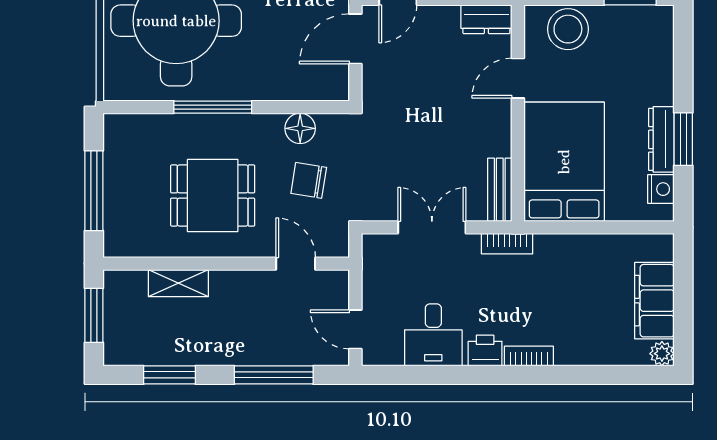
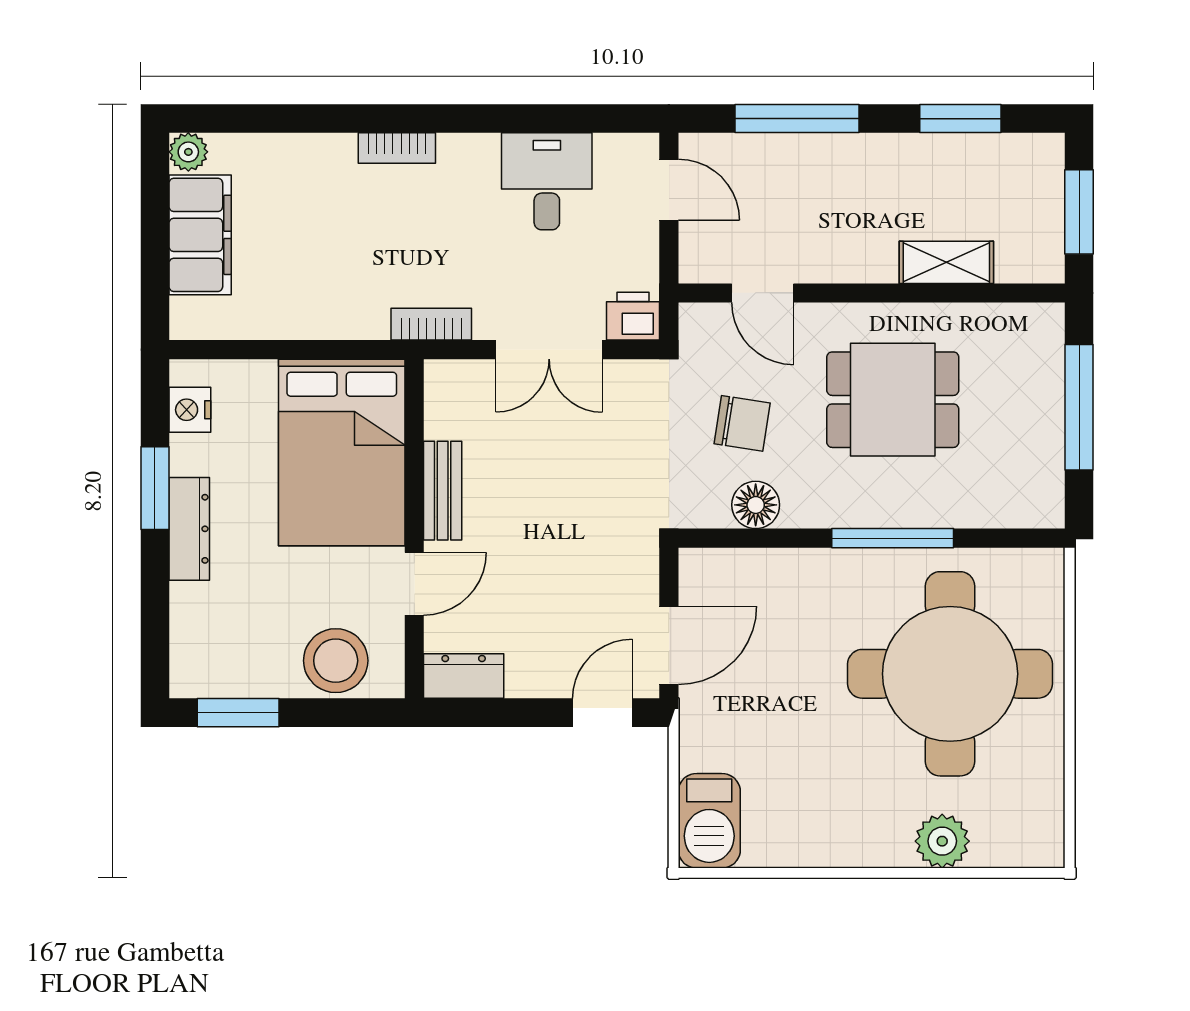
dresser: (661, 139) -> (189, 529), moved
bench: (500, 190) -> (443, 491), moved
printer: (485, 350) -> (633, 316), moved, turned 180

